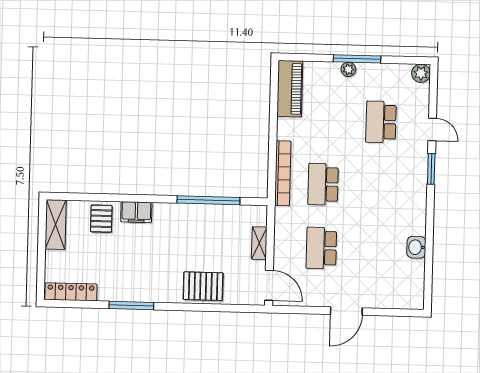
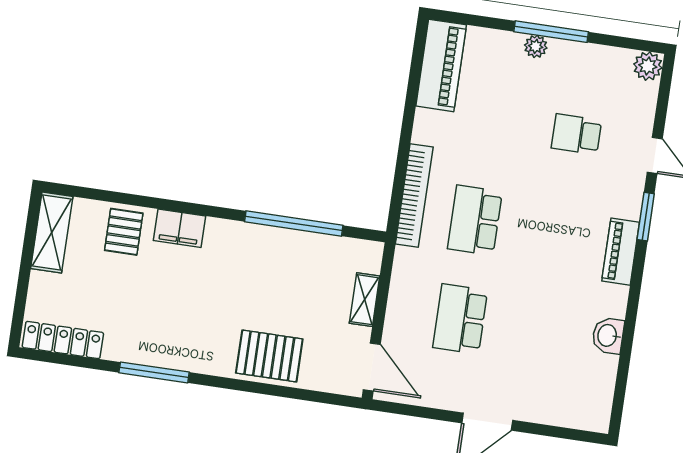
school desk: (381, 122) -> (576, 134), width x0.54
piano: (418, 193) -> (621, 252), added

